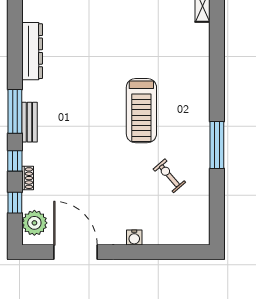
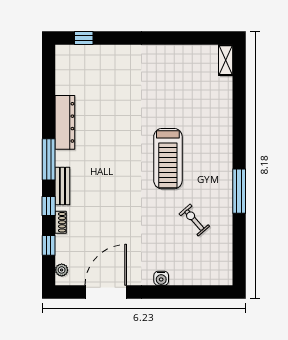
dresser: (32, 51) -> (65, 122), moved
bench: (29, 122) -> (62, 186), moved
plant: (34, 223) -> (62, 270), width x0.53, depth x0.53
door: (75, 252) -> (106, 292), hinge flipped

